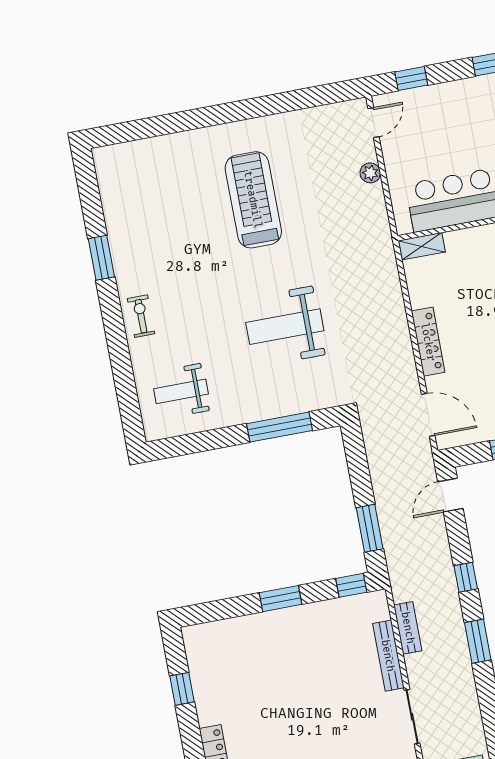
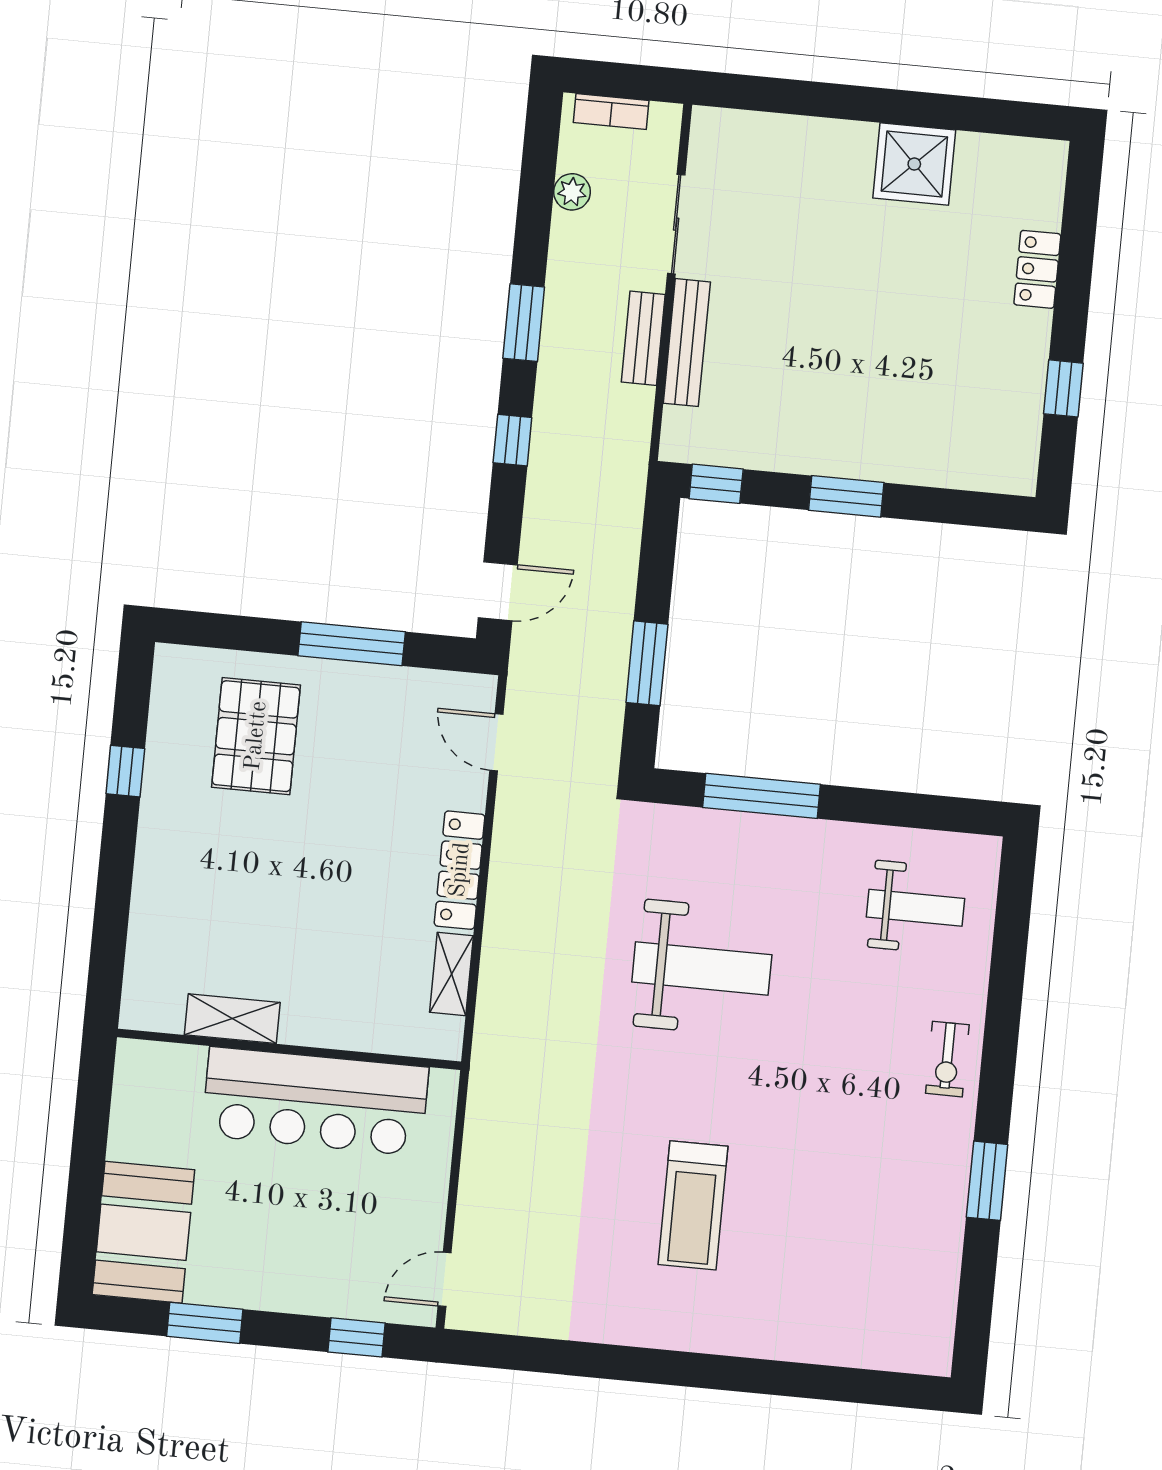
plant: (370, 173) -> (572, 192), moved
treadmill: (253, 200) -> (693, 1205), width x0.73, depth x0.73
shelving: (422, 246) -> (451, 974), moved, turned 90
door: (428, 415) -> (496, 742), width x0.73
window: (370, 528) -> (647, 663), moved
bench: (408, 628) -> (643, 338), moved

